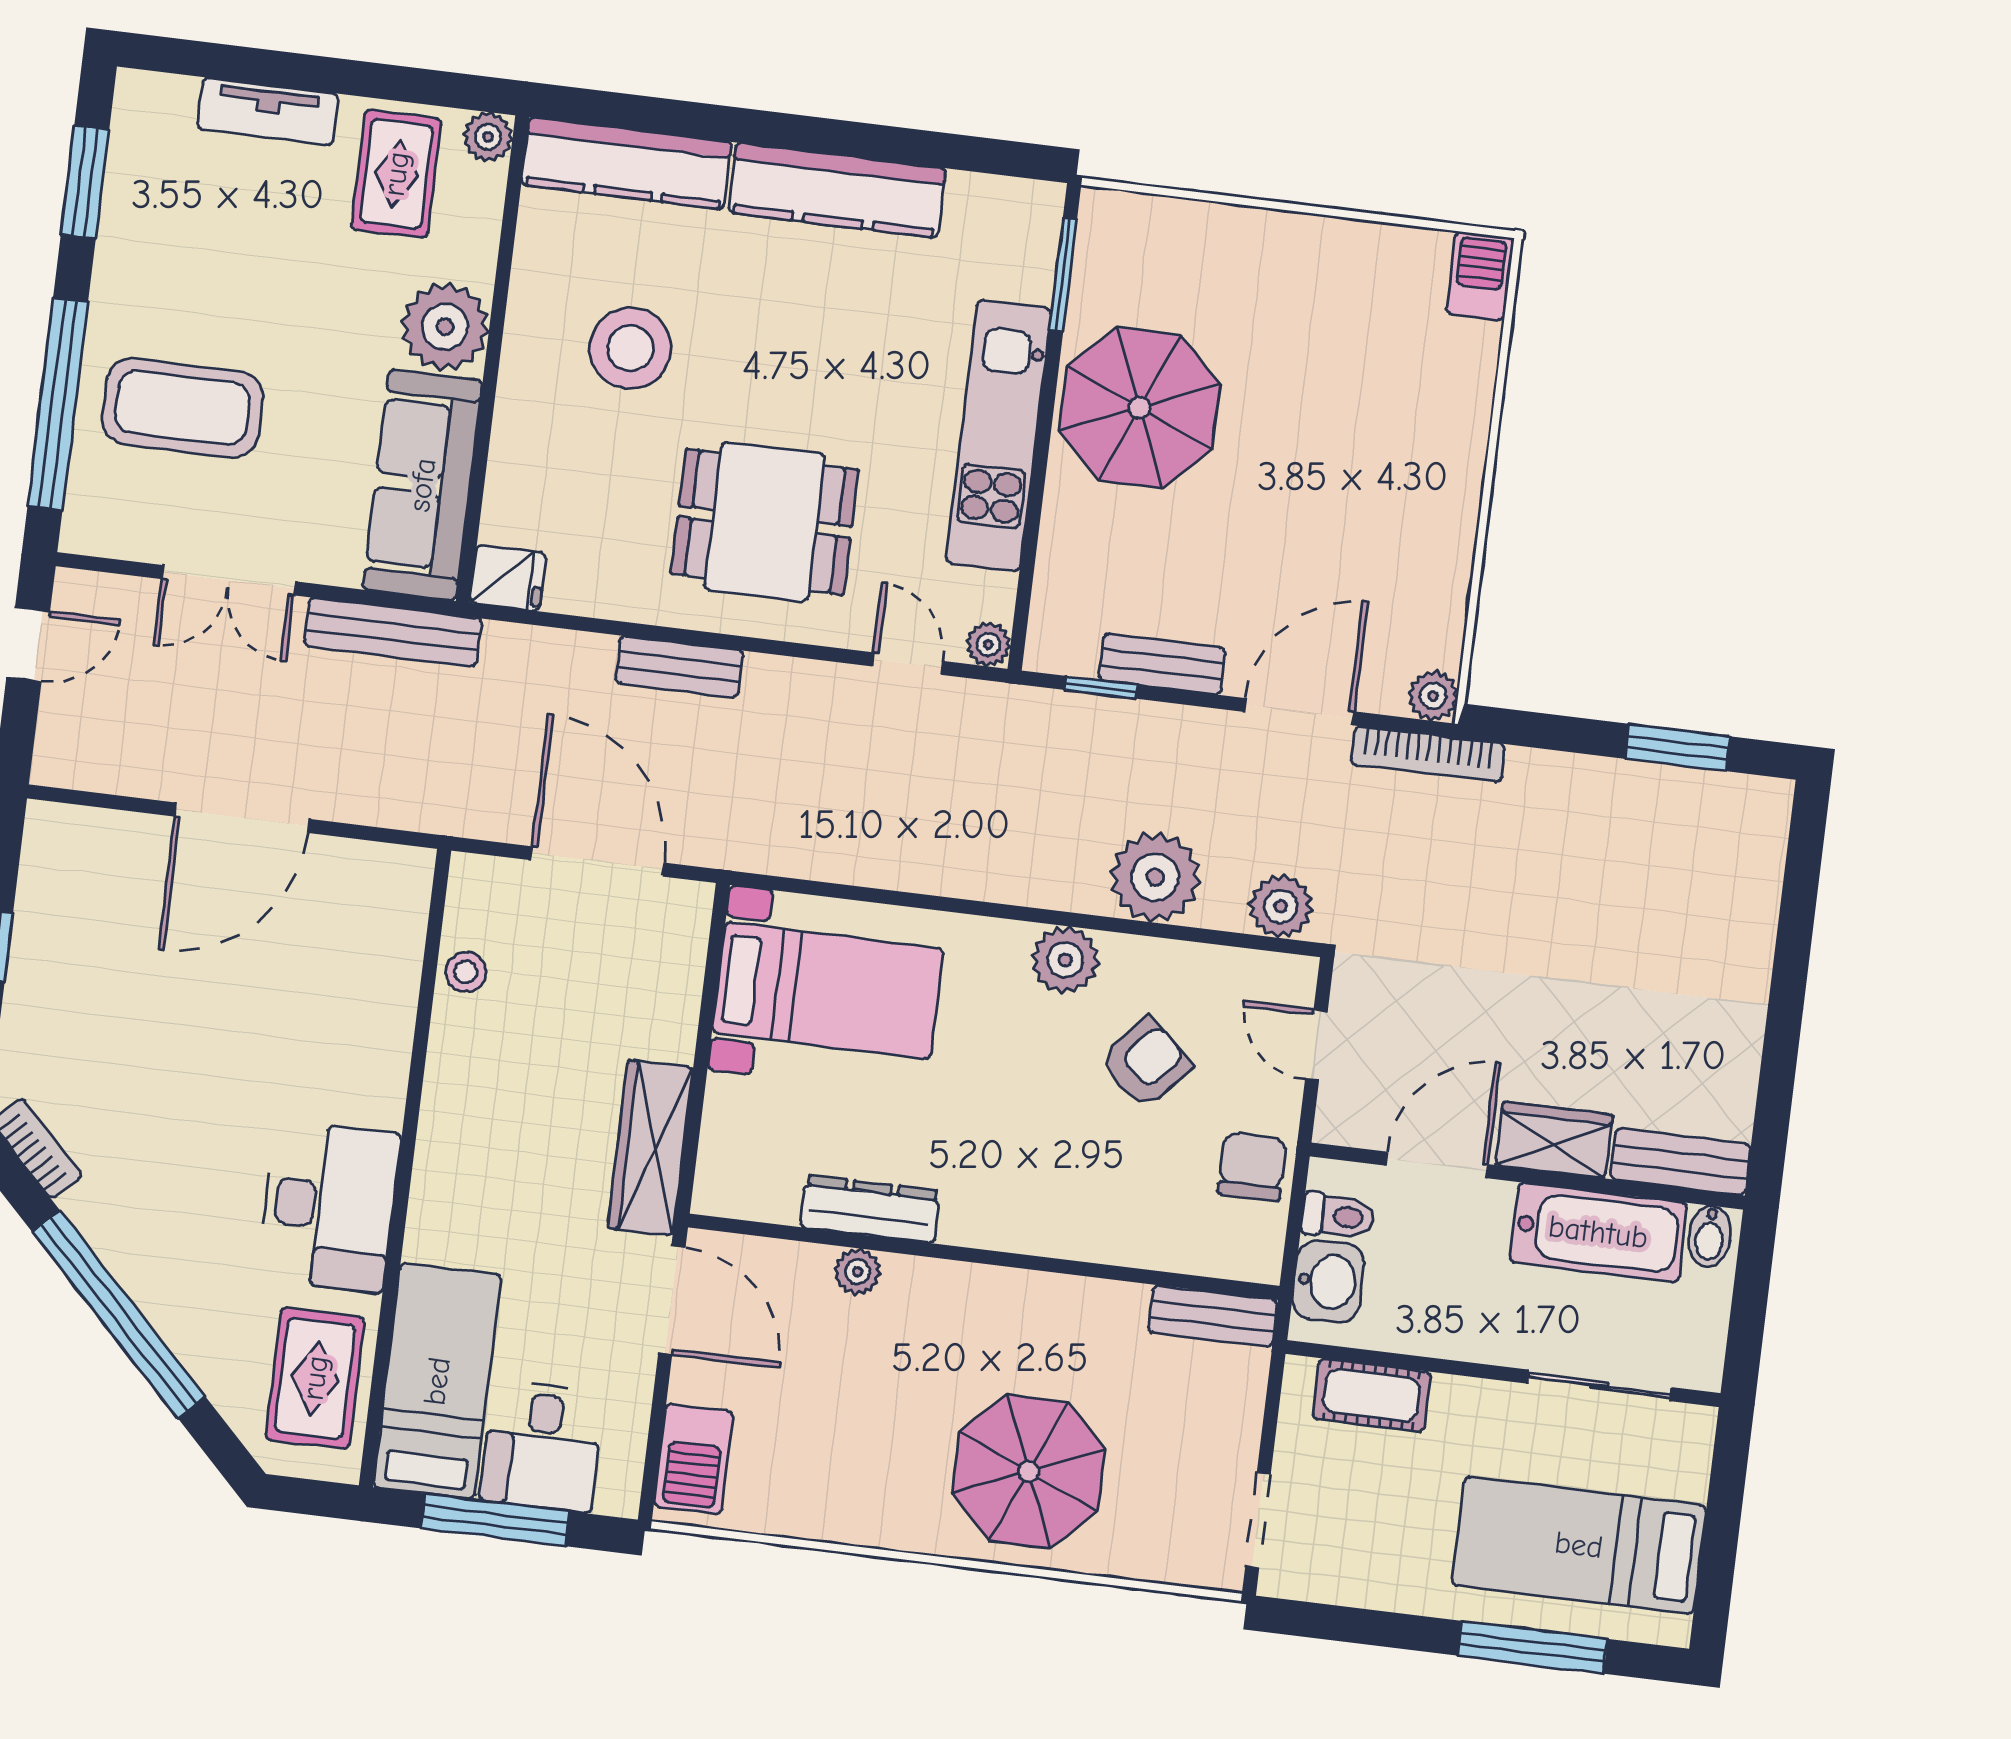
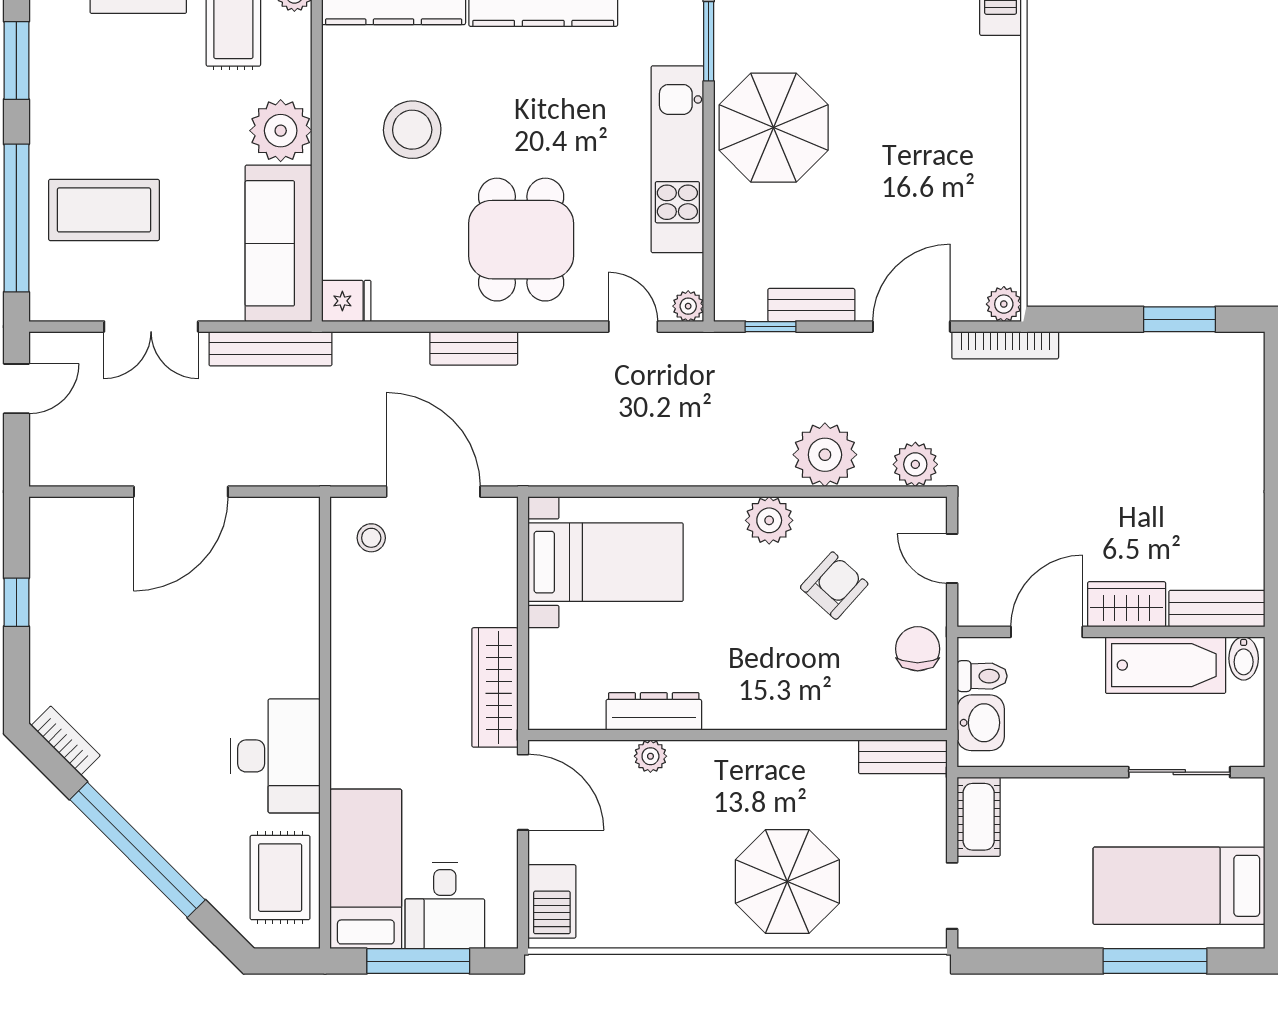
dining table: (765, 522) -> (521, 240), turned 90
stool: (466, 972) -> (371, 538), moved
cot: (1372, 1395) -> (979, 817), moved, turned 90

